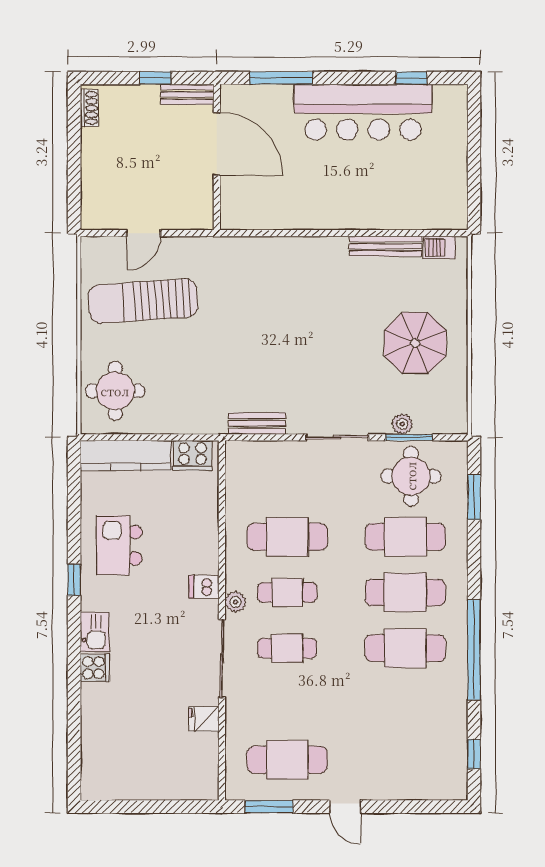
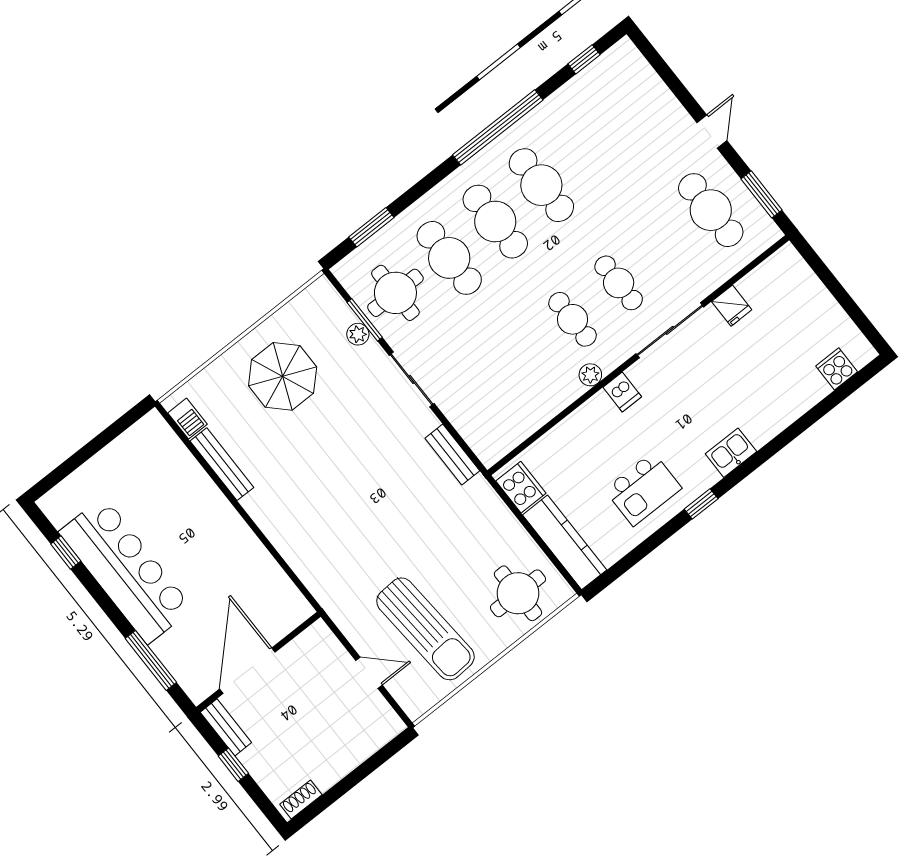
cafe table: (287, 537) -> (526, 356), removed
plant: (235, 602) -> (590, 375), moved
cooker: (95, 668) -> (837, 369), moved

